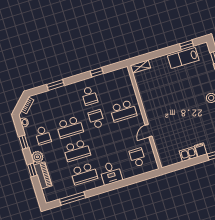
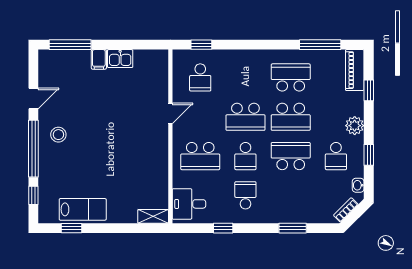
school desk: (123, 111) -> (200, 156), turned 180
school desk: (43, 135) -> (336, 156), turned 180
school desk: (104, 142) -> (245, 117), added
school desk: (77, 151) -> (291, 117), turned 180
window: (32, 170) -> (369, 90), moved
desk: (111, 173) -> (189, 204), moved, turned -90
piano: (43, 175) -> (355, 70), moved
window: (143, 177) -> (201, 45), added

